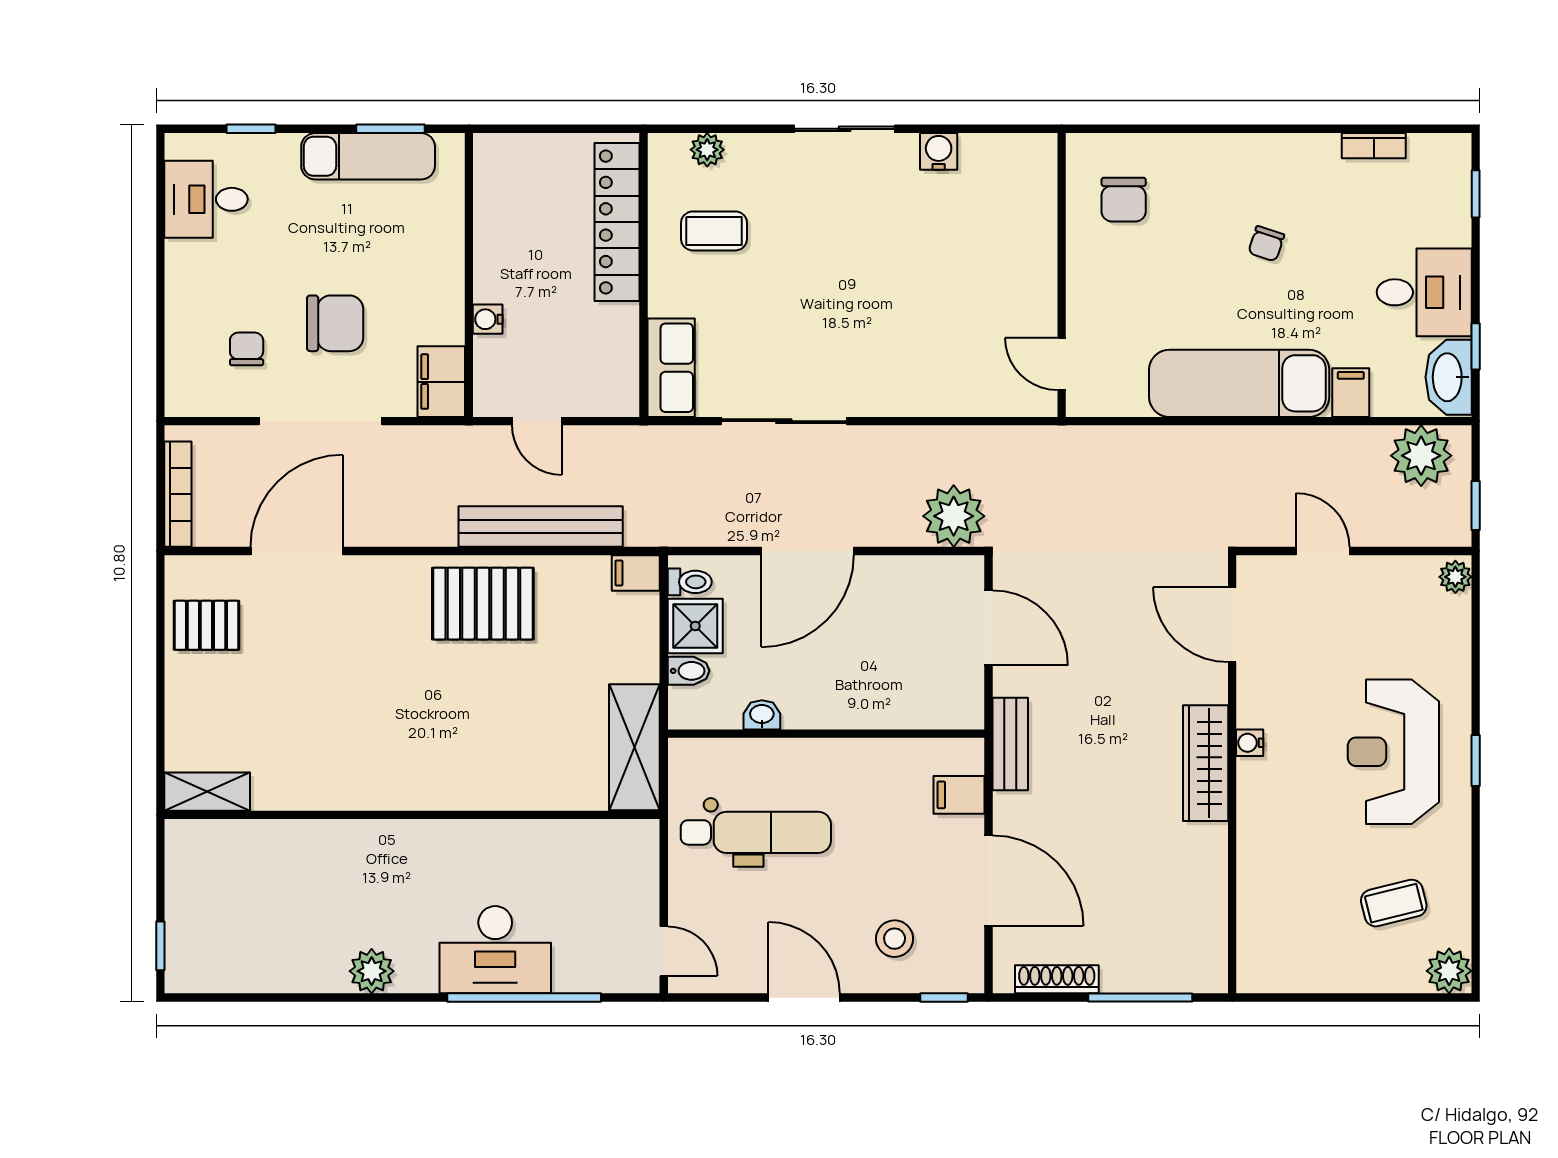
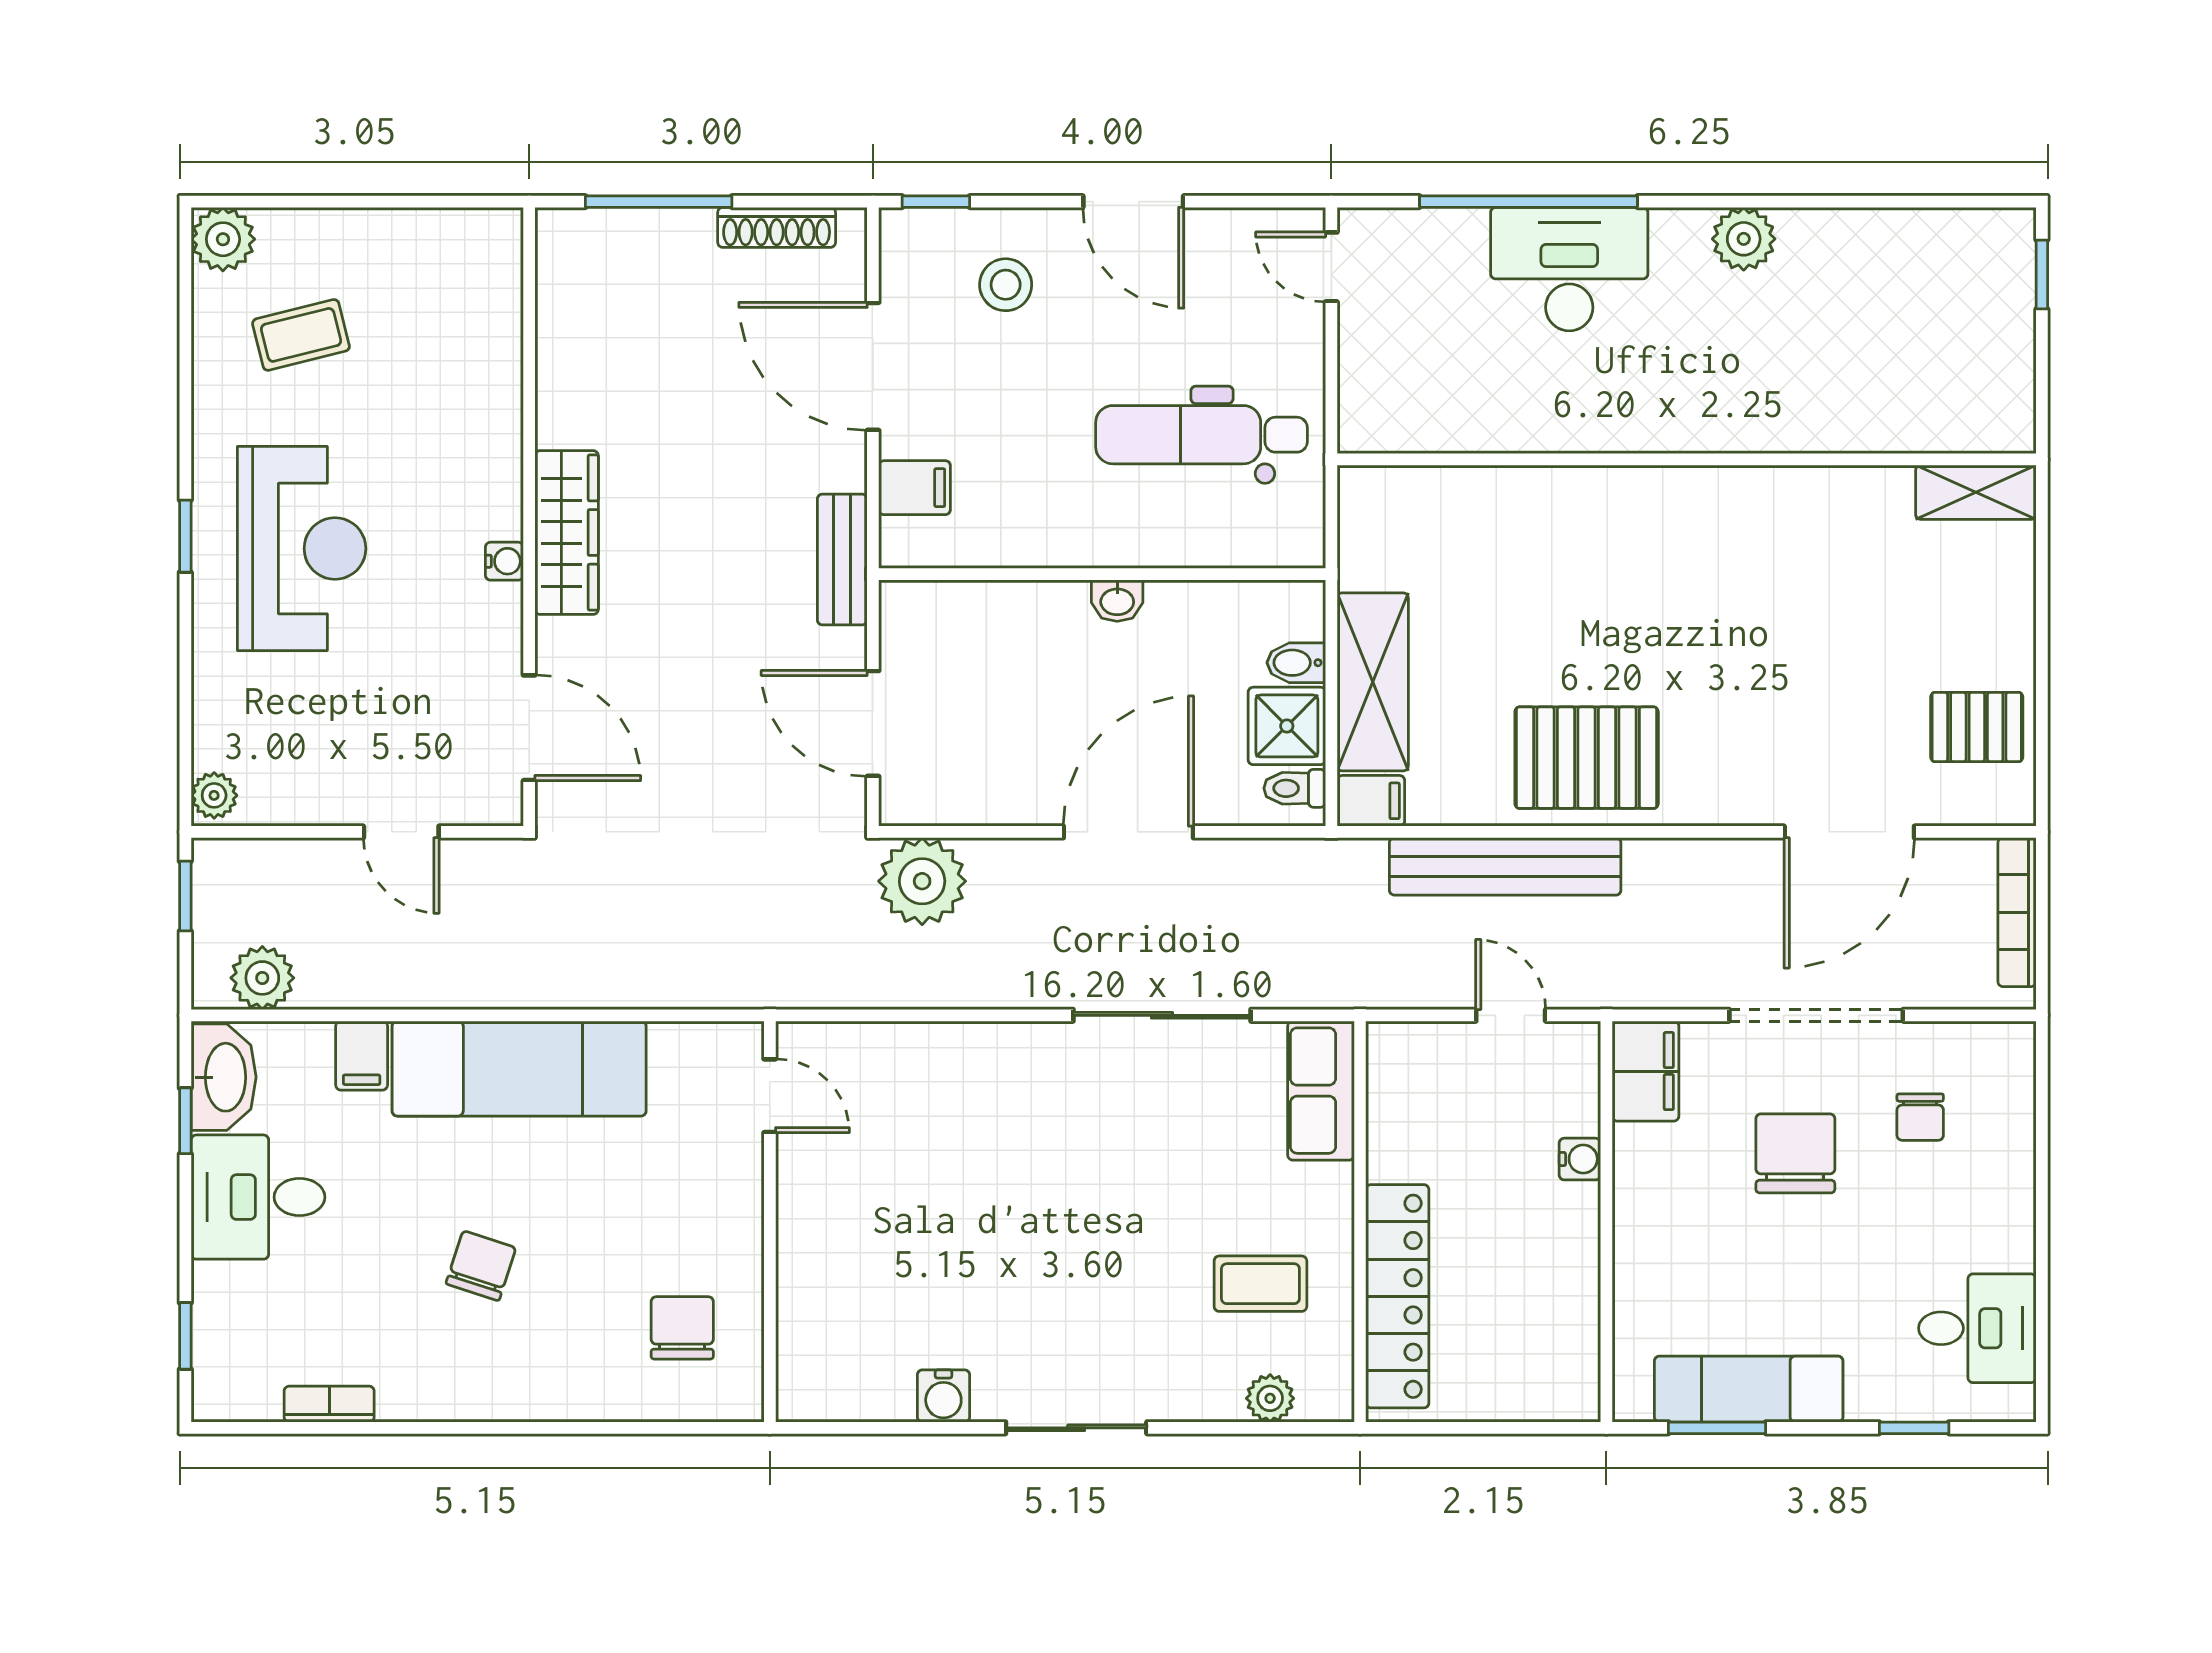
chair: (1266, 244) -> (481, 1266), width x1.37, depth x1.37
chair: (335, 323) -> (1795, 1153), turned 90
plant: (1421, 456) -> (262, 978), width x0.73, depth x0.73
washbasin: (762, 715) -> (1117, 601), moved
shelving: (634, 747) -> (1373, 682), moved

